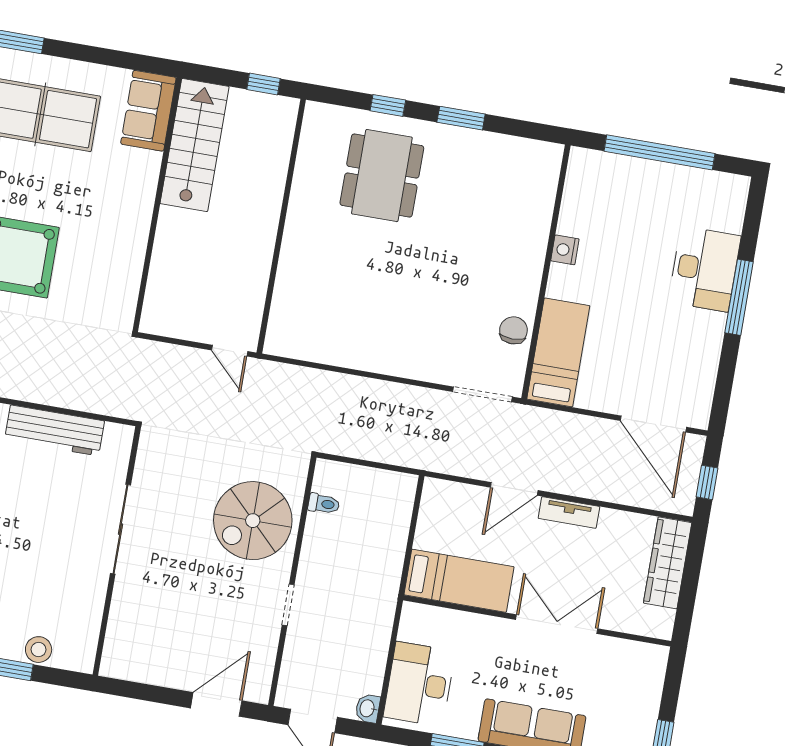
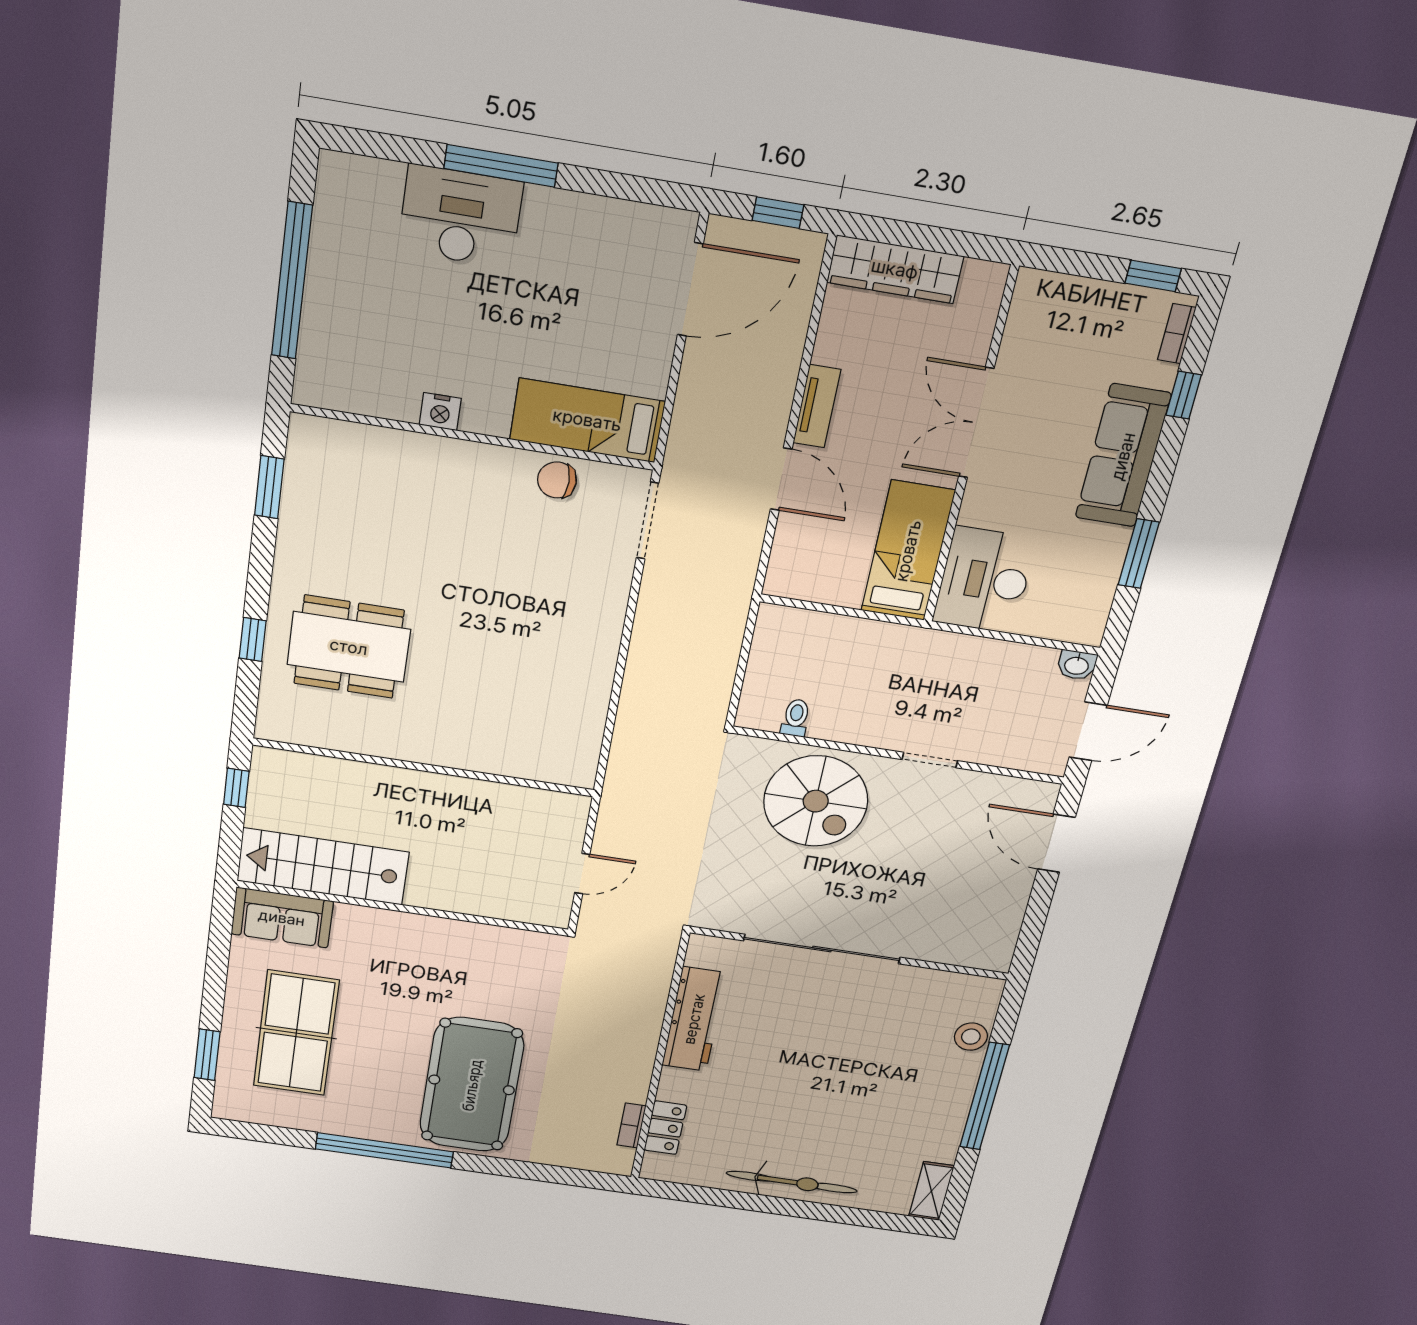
window: (461, 118) -> (269, 487), moved
door: (230, 351) -> (582, 874), moved
sliding door: (120, 529) -> (822, 949), width x1.36
desk: (419, 684) -> (984, 580), moved, turned 90

